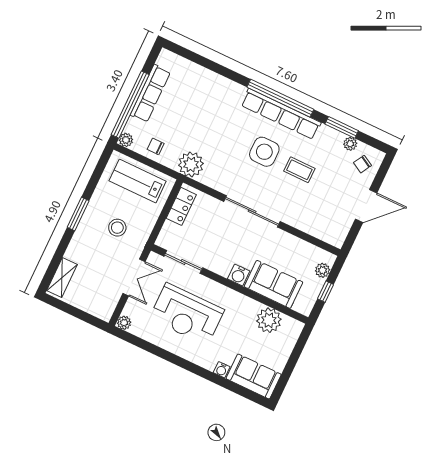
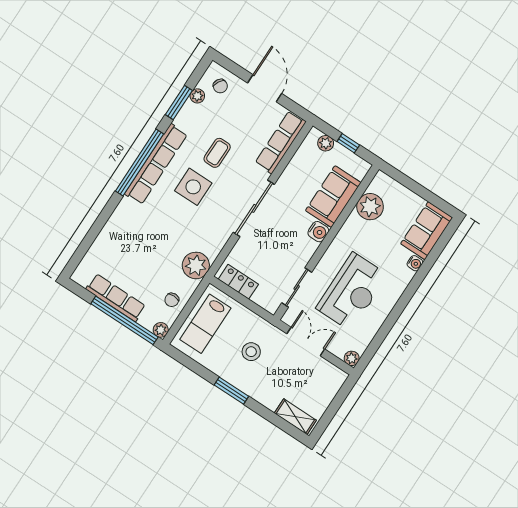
row of seats: (318, 228) -> (281, 142), added

